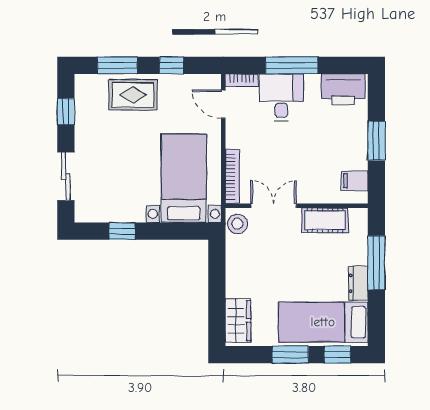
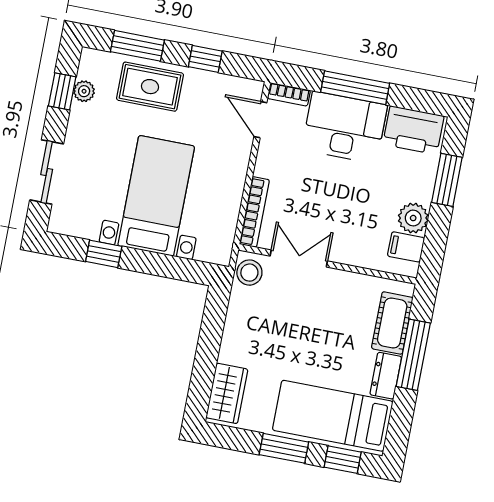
desk: (281, 97) -> (345, 127), width x1.37
plant: (83, 108) -> (84, 91), added
window: (376, 141) -> (447, 180), moved
plant: (356, 157) -> (413, 218), added
bed with nightstands: (184, 178) -> (156, 196), moved
cot: (325, 220) -> (392, 323), moved, turned 90

